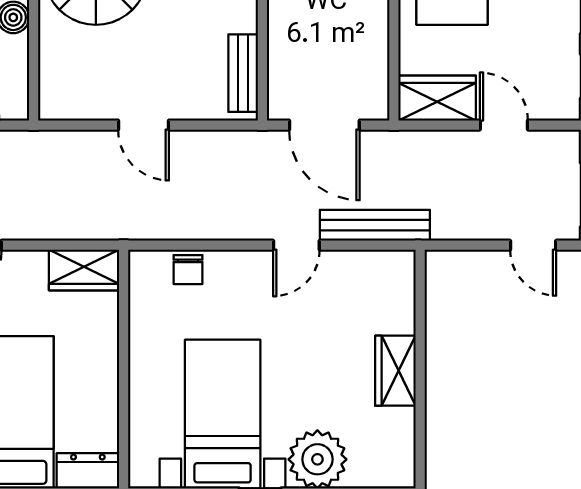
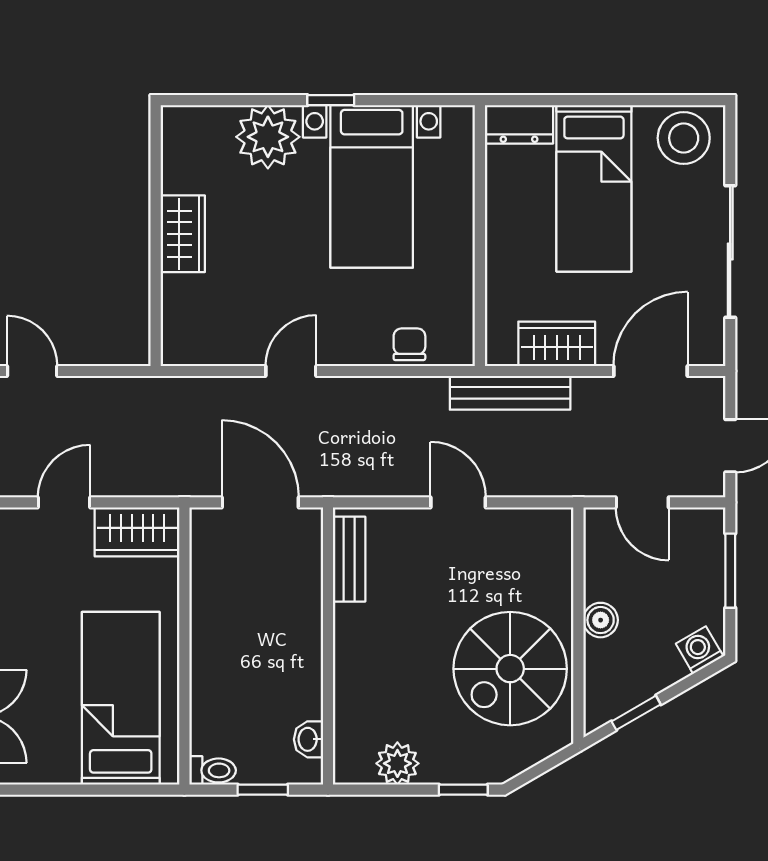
door: (504, 125) -> (64, 502), swing flipped
bench: (375, 225) -> (510, 393), moved
wardrobe: (84, 270) -> (557, 344), moved

